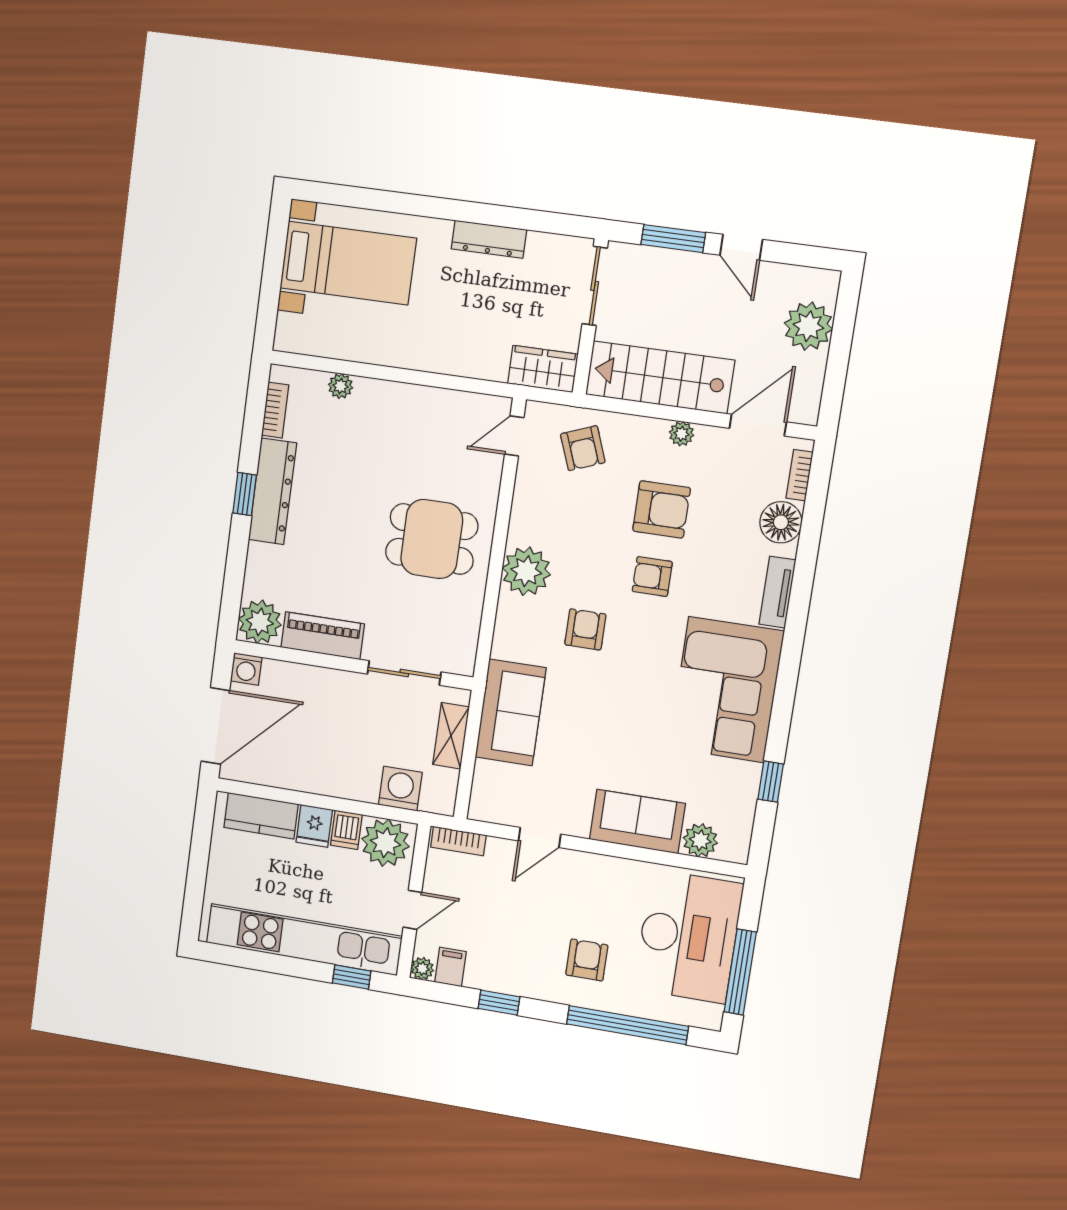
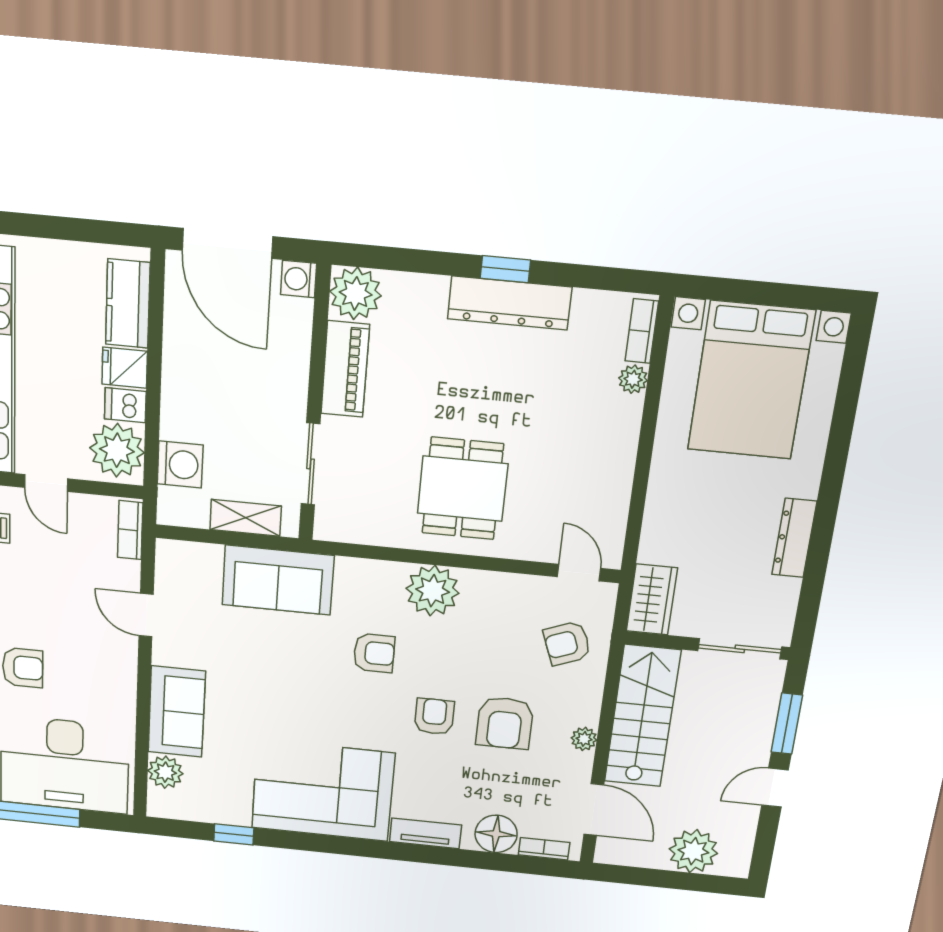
bed with nightstands: (348, 263) -> (751, 380), width x1.36
bookcase: (275, 410) -> (642, 331), moved, turned 90

